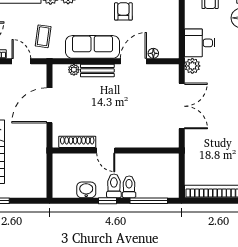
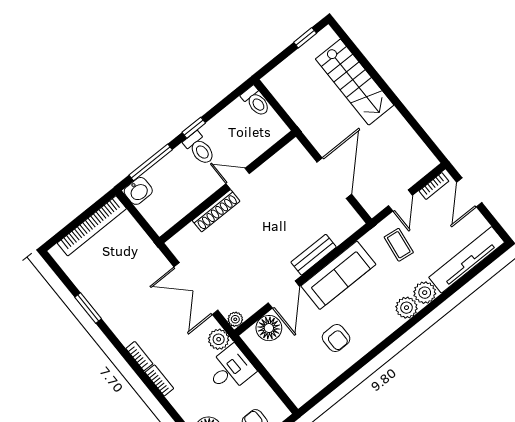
floor lamp: (153, 53) -> (269, 328), width x1.89, depth x1.89
door: (21, 61) -> (400, 201), hinge flipped
plant: (74, 70) -> (235, 319), moved
shoe rack: (77, 142) -> (216, 211), moved
toilet: (129, 187) -> (256, 101), moved
washbasin: (86, 190) -> (138, 191), moved

